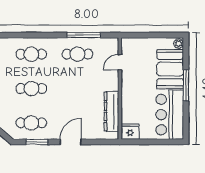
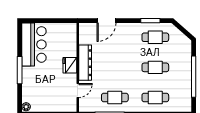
booth: (170, 69) -> (34, 84), removed
dresser: (111, 111) -> (85, 63), moved
fridge: (130, 132) -> (70, 65), moved, turned 90
door: (71, 142) -> (107, 21), moved

